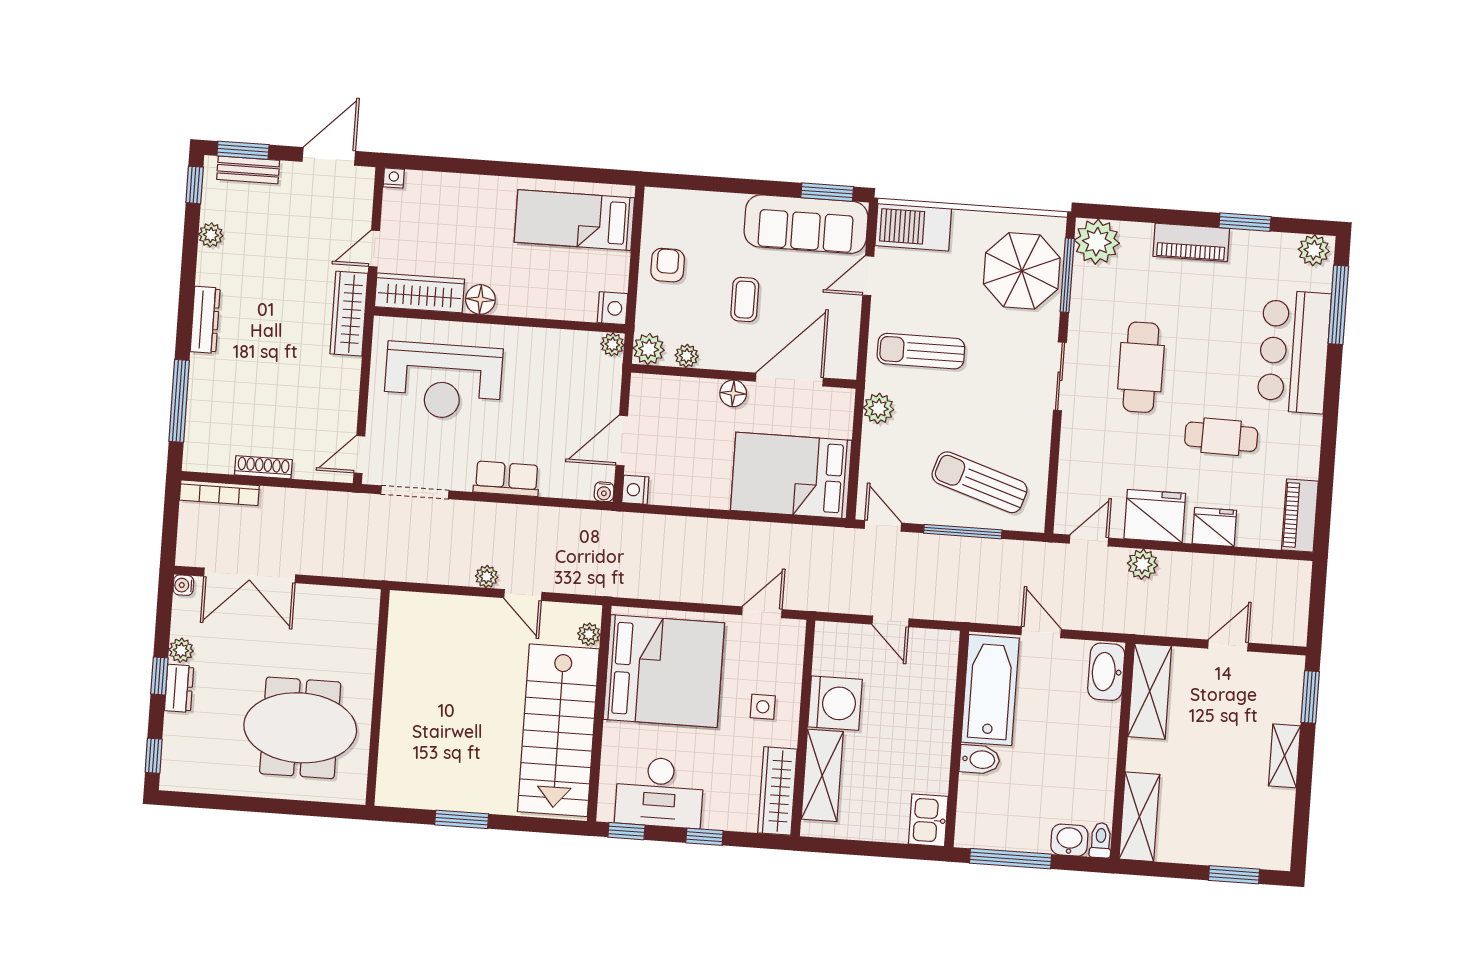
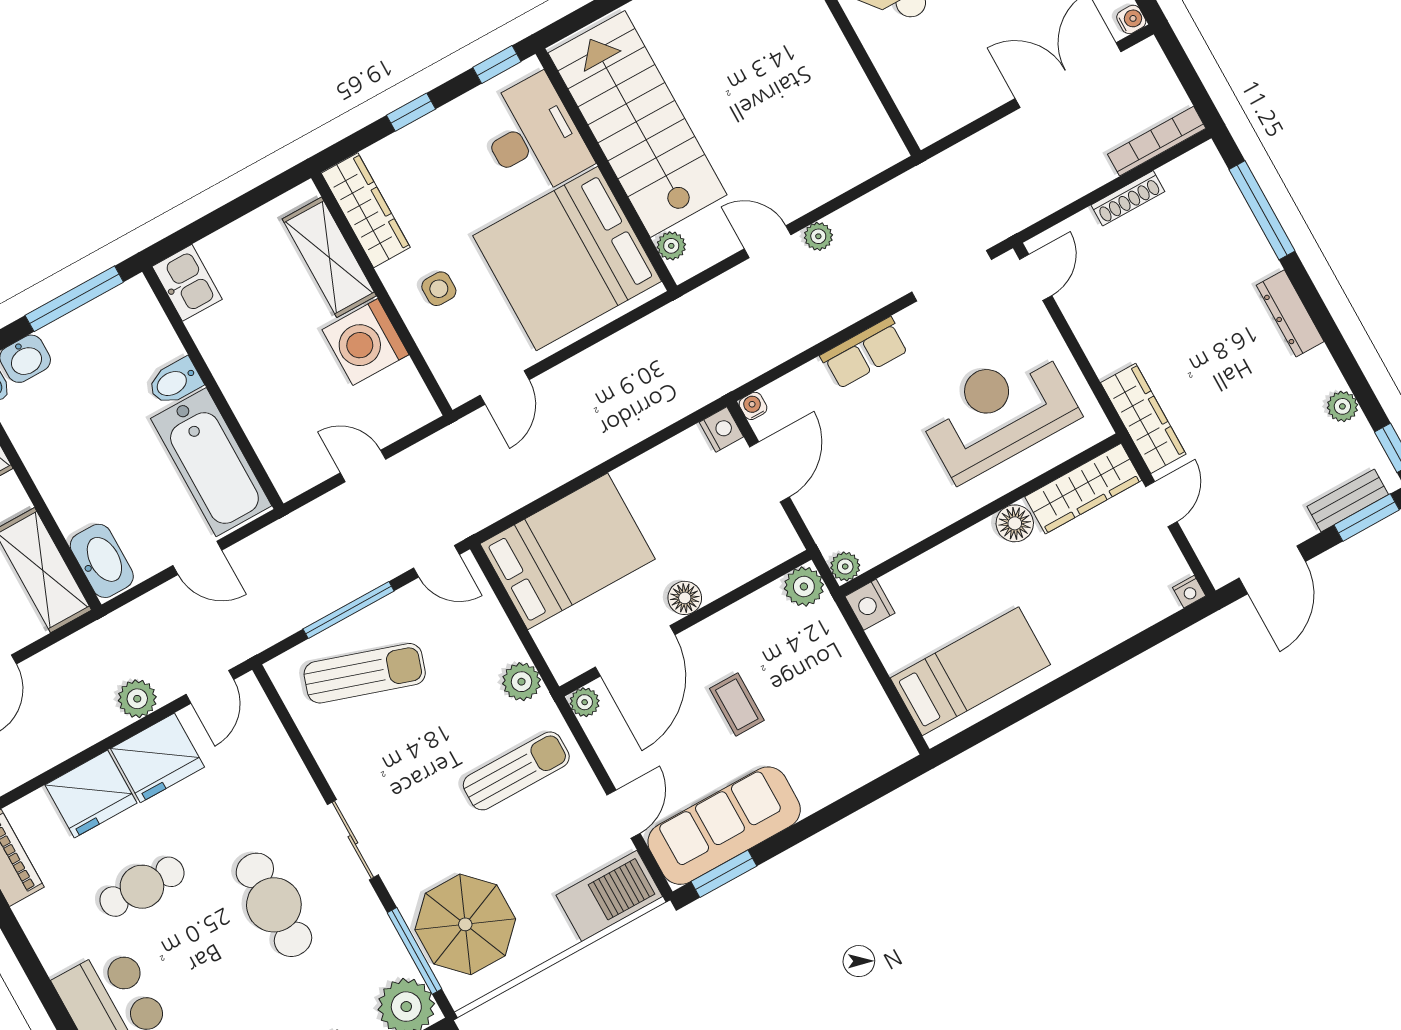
armchair: (668, 265) -> (841, 688), removed
plant: (687, 356) -> (585, 702), moved
fridge: (1214, 527) -> (91, 794), width x1.36, depth x1.34
desk: (660, 792) -> (533, 137), moved, turned 90

